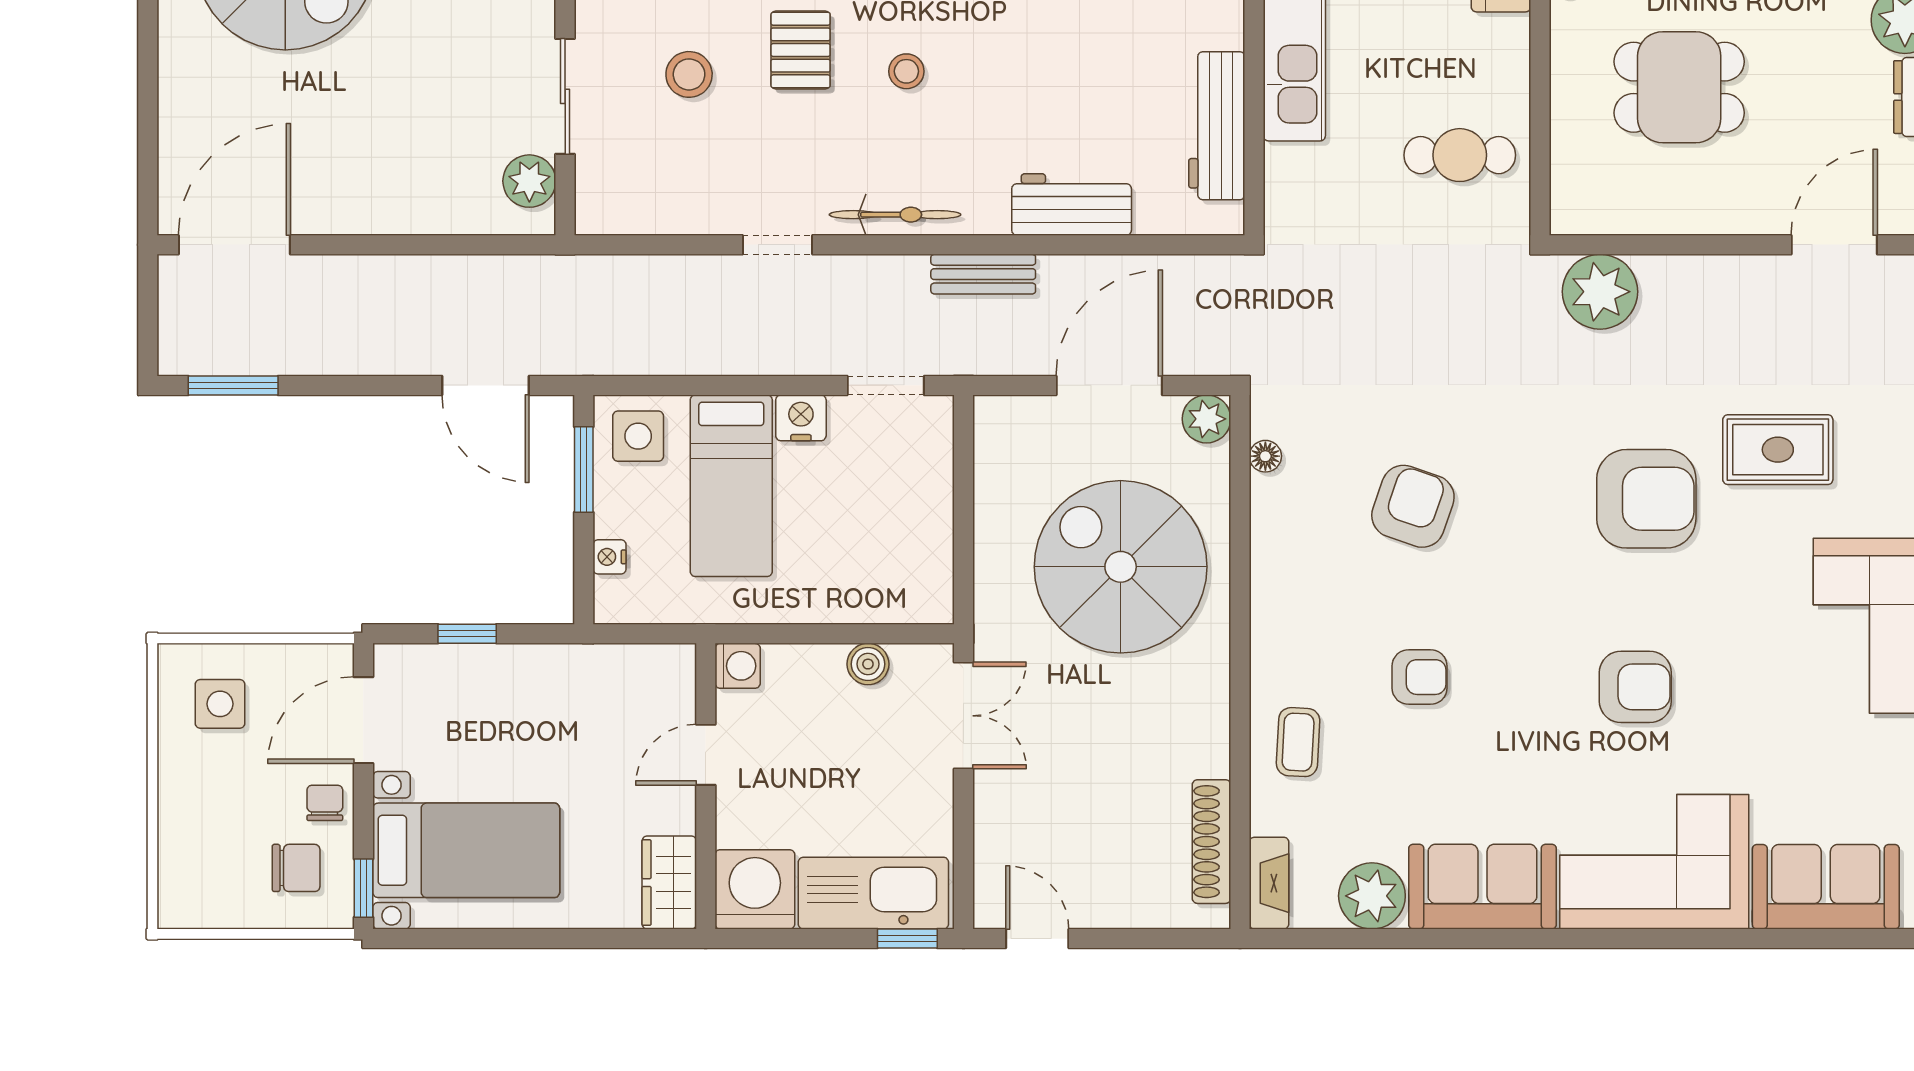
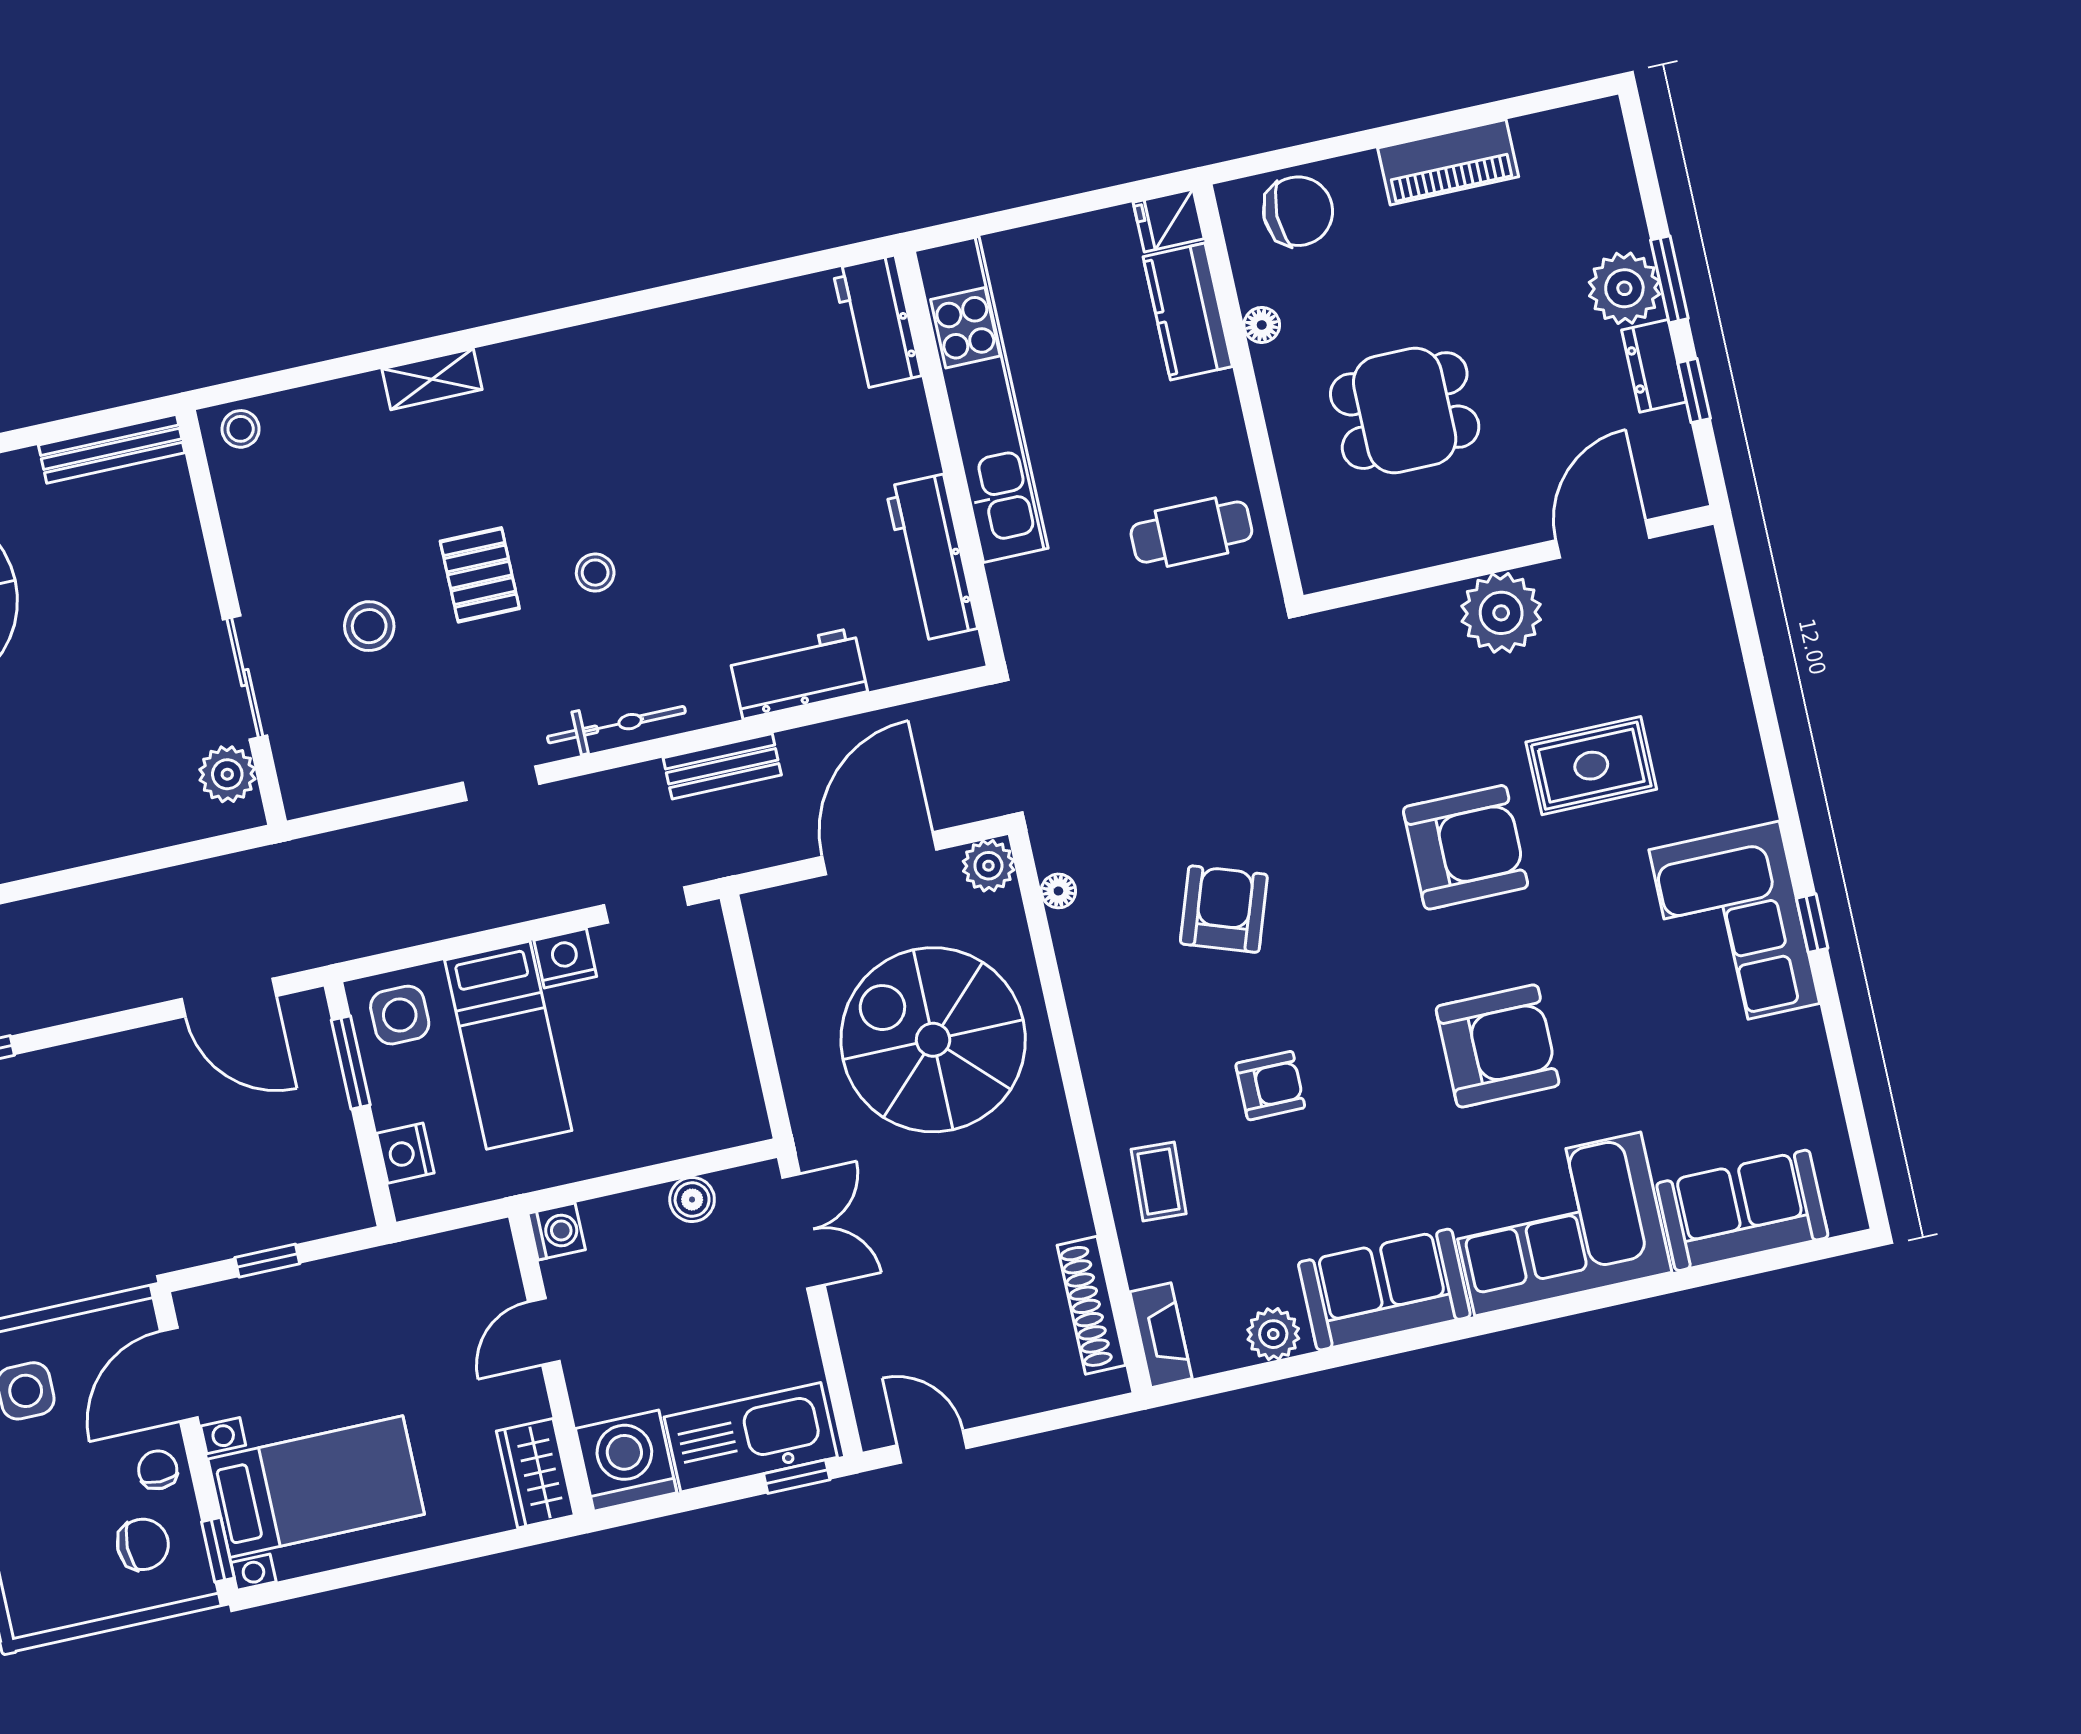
plant: (1600, 292) -> (1501, 613), moved
nightstand: (610, 557) -> (405, 1153), width x1.39, depth x1.35
armchair: (1635, 687) -> (1498, 1046), width x1.36, depth x1.36
plant: (1372, 896) -> (1273, 1334), width x0.73, depth x0.73

